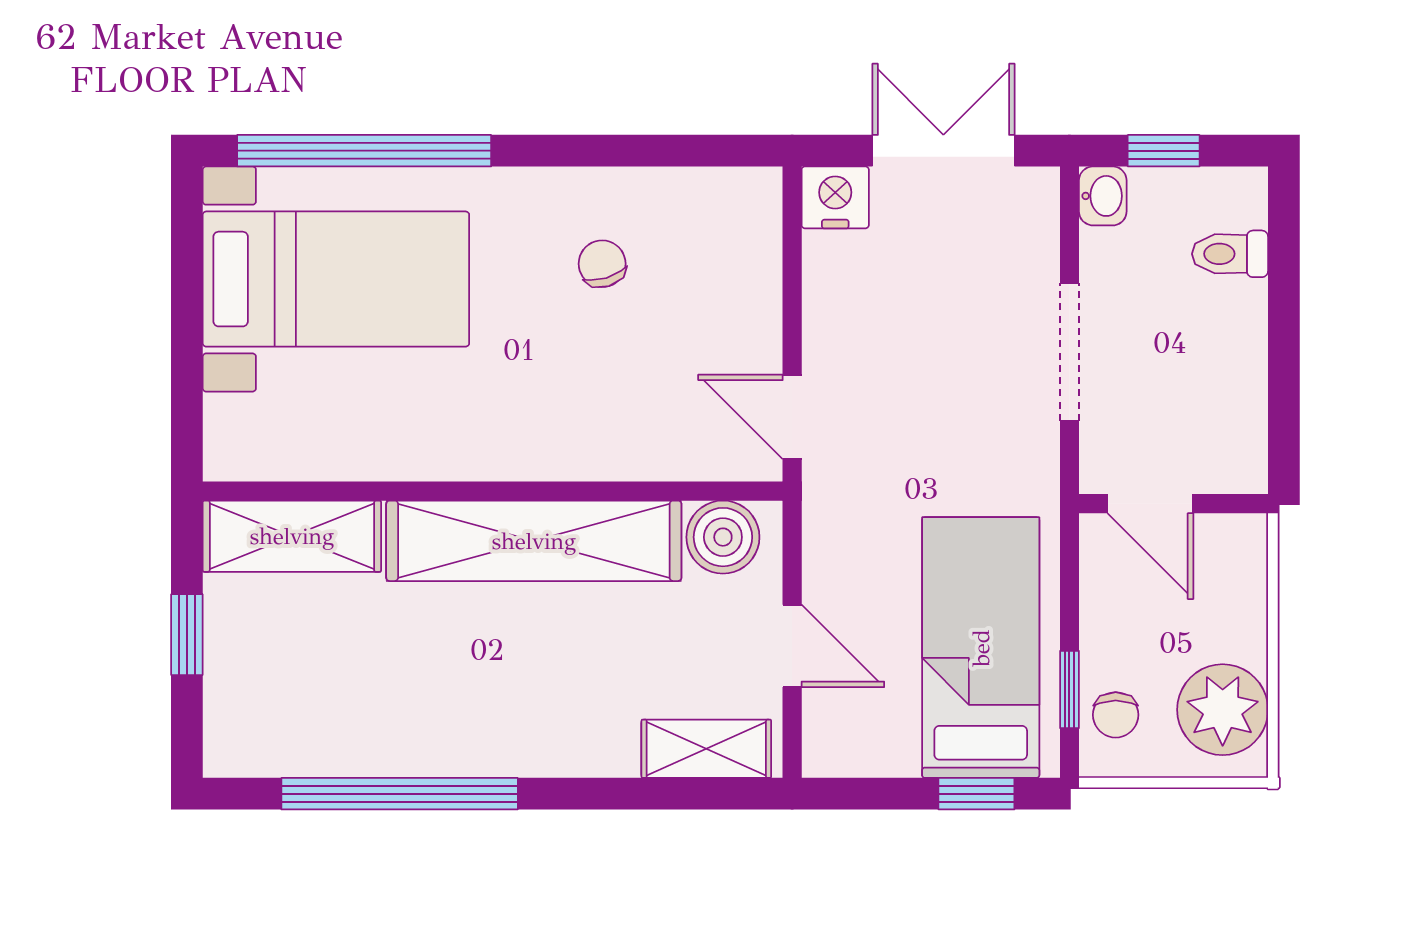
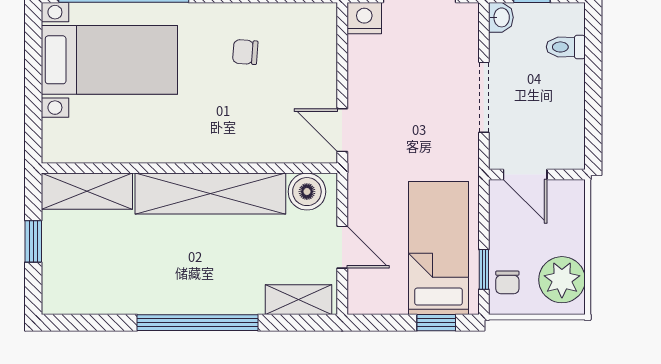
chair: (602, 264) -> (245, 52), turned -69
window: (400, 794) -> (197, 323), moved

